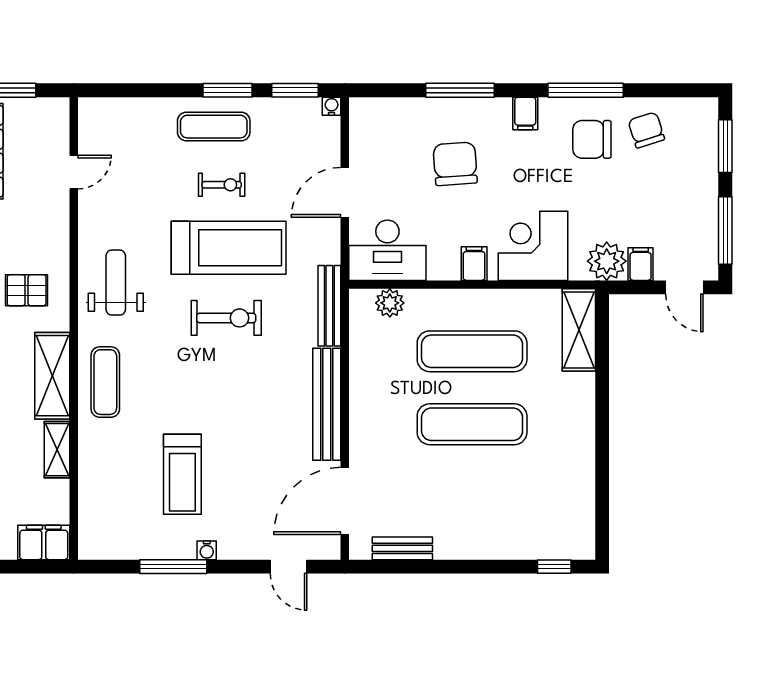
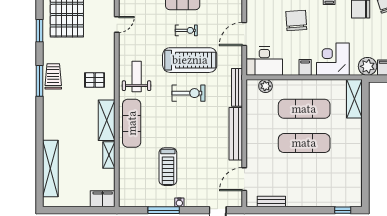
exercise mat: (105, 382) -> (132, 123), width x1.36, depth x1.45
door: (345, 501) -> (244, 179), width x0.73

